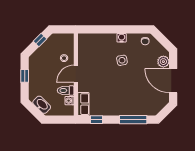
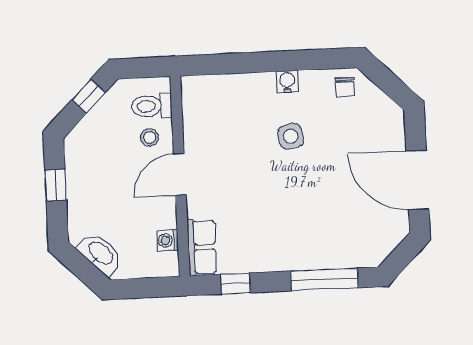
plant: (163, 62) -> (391, 135), removed
toilet: (66, 90) -> (152, 106), moved

